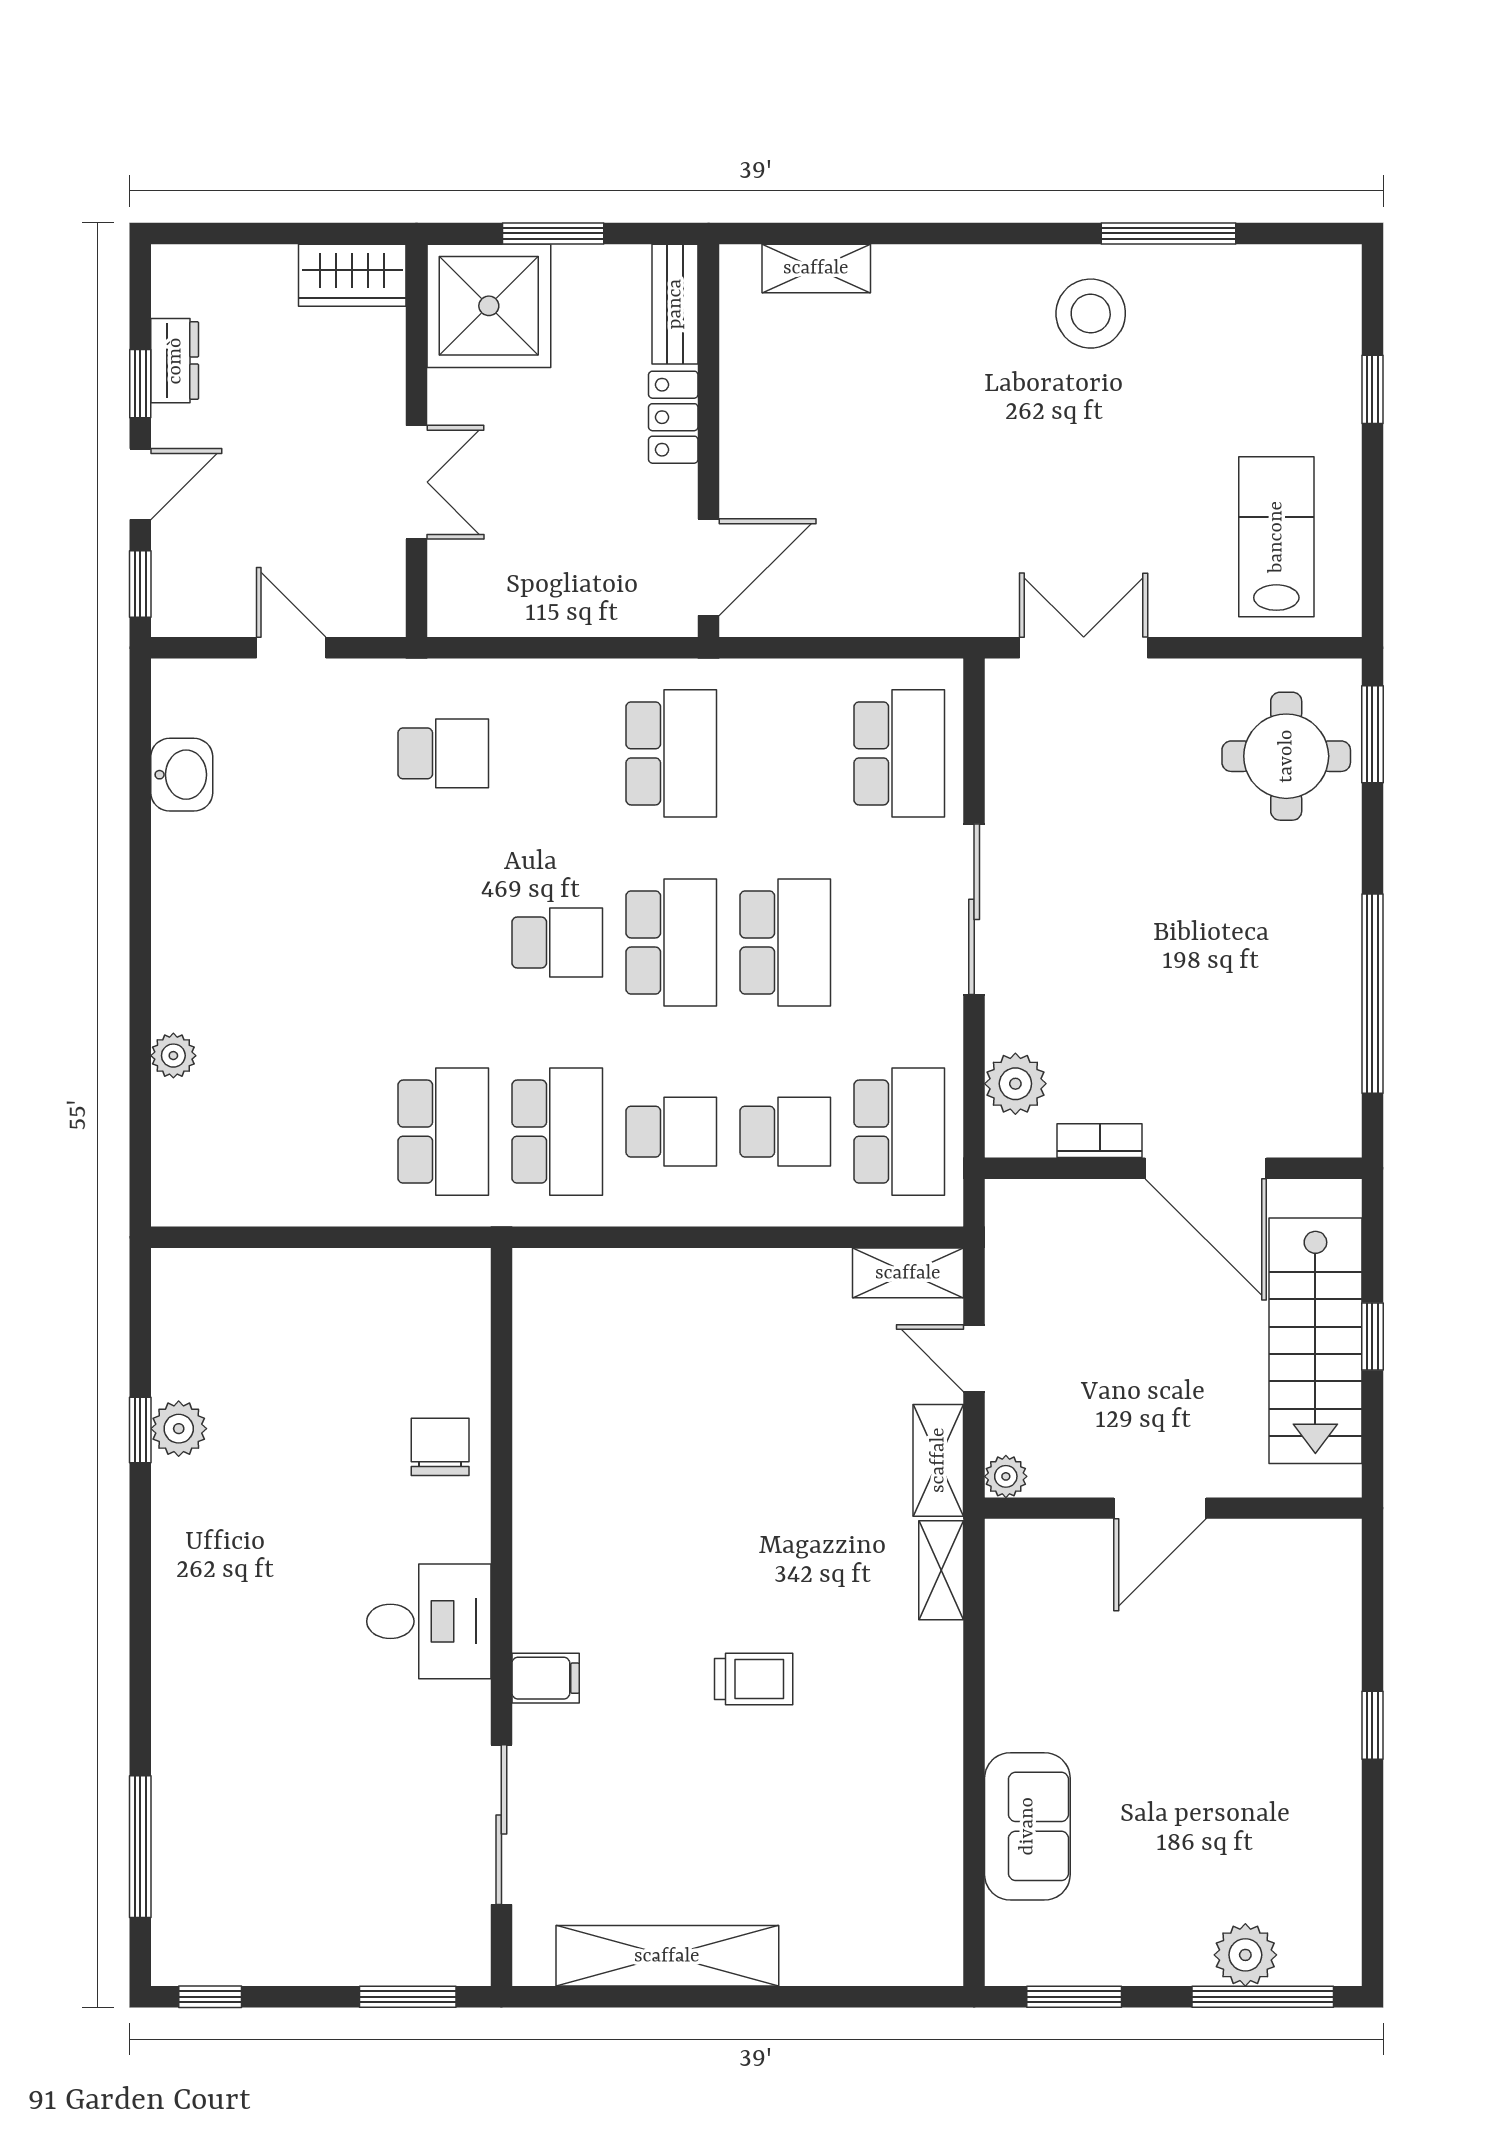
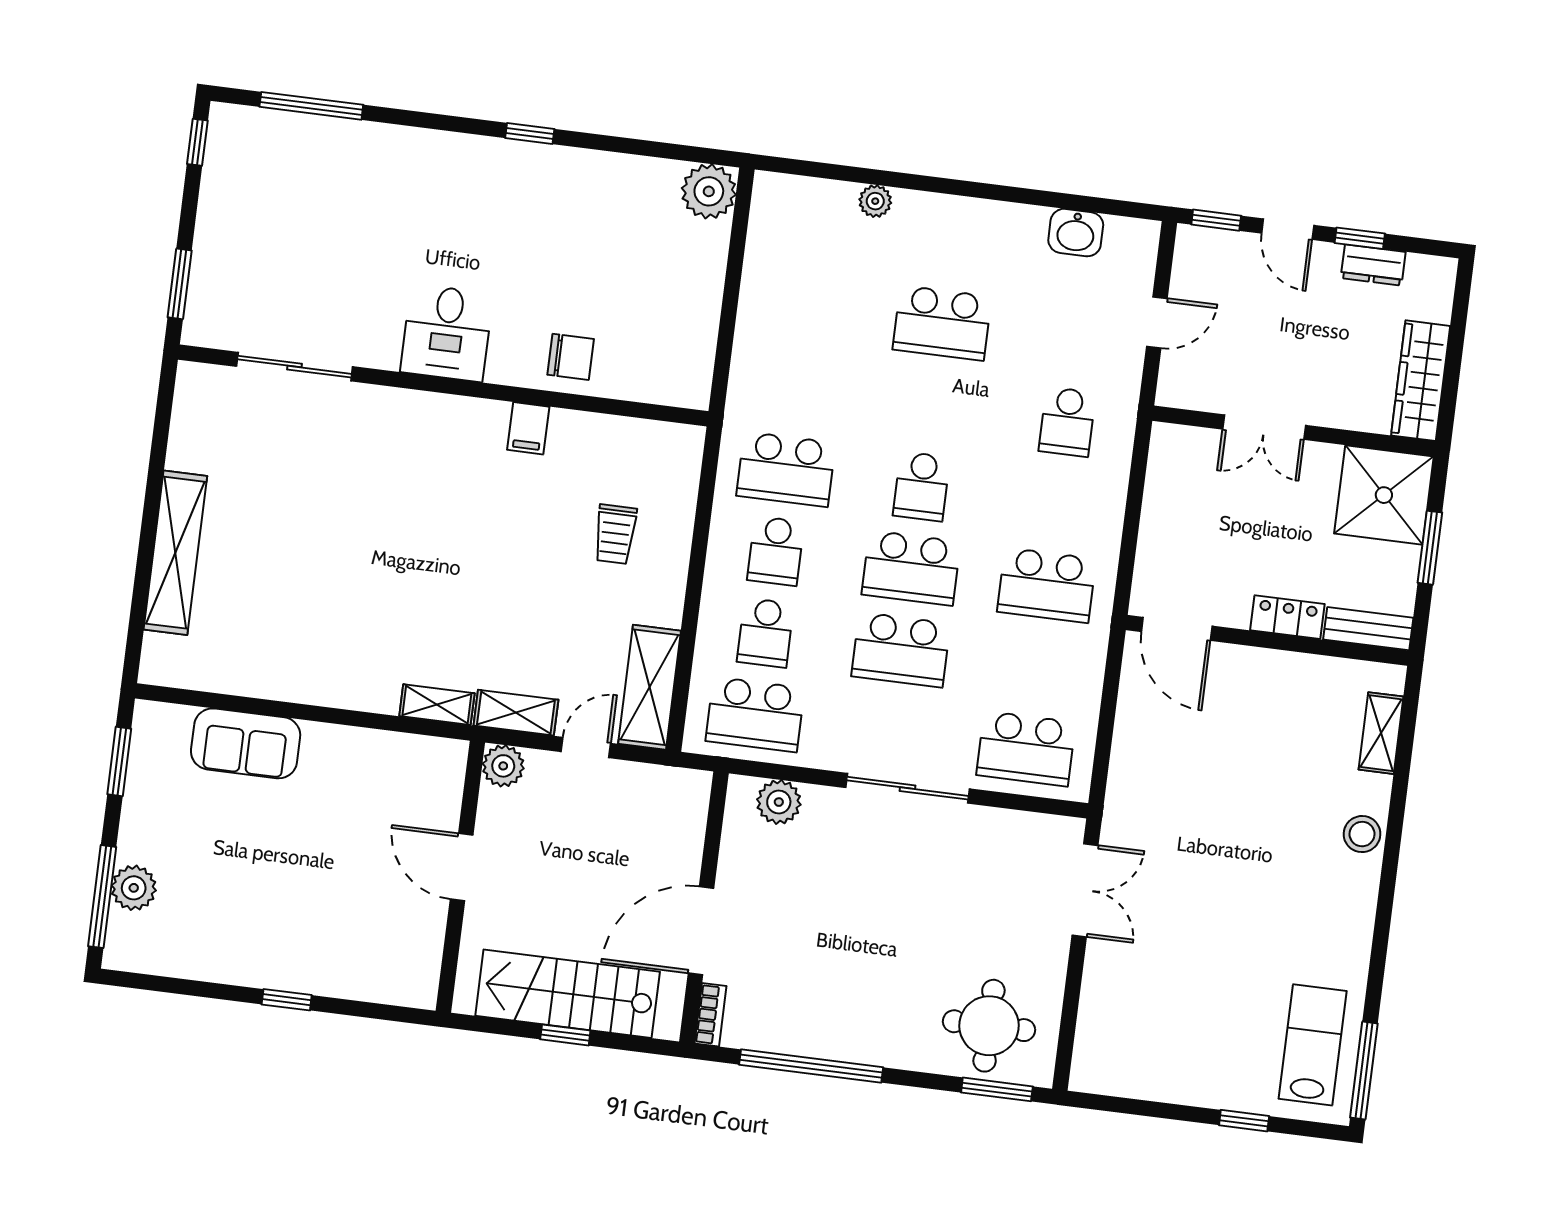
window: (1169, 233) -> (1364, 1070), moved
wardrobe: (352, 275) -> (1421, 381), width x1.50
stool: (1091, 314) -> (1362, 834), moved, width x0.73, depth x0.73
lab bench: (1276, 537) -> (1313, 1045), moved, turned -90
school desk: (443, 1132) -> (942, 323), moved
bookcase: (1100, 1141) -> (710, 1015), moved
shelving: (908, 1273) -> (650, 687), width x1.50, depth x1.33
plant: (179, 1429) -> (709, 191), moved, width x1.36, depth x1.36
window: (140, 1430) -> (530, 133), moved
plant: (1006, 1476) -> (503, 766), width x1.38, depth x1.38
filing cabinet: (546, 1678) -> (528, 428), moved
trolley: (754, 1679) -> (615, 534), moved
shelving: (667, 1956) -> (175, 553), moved

